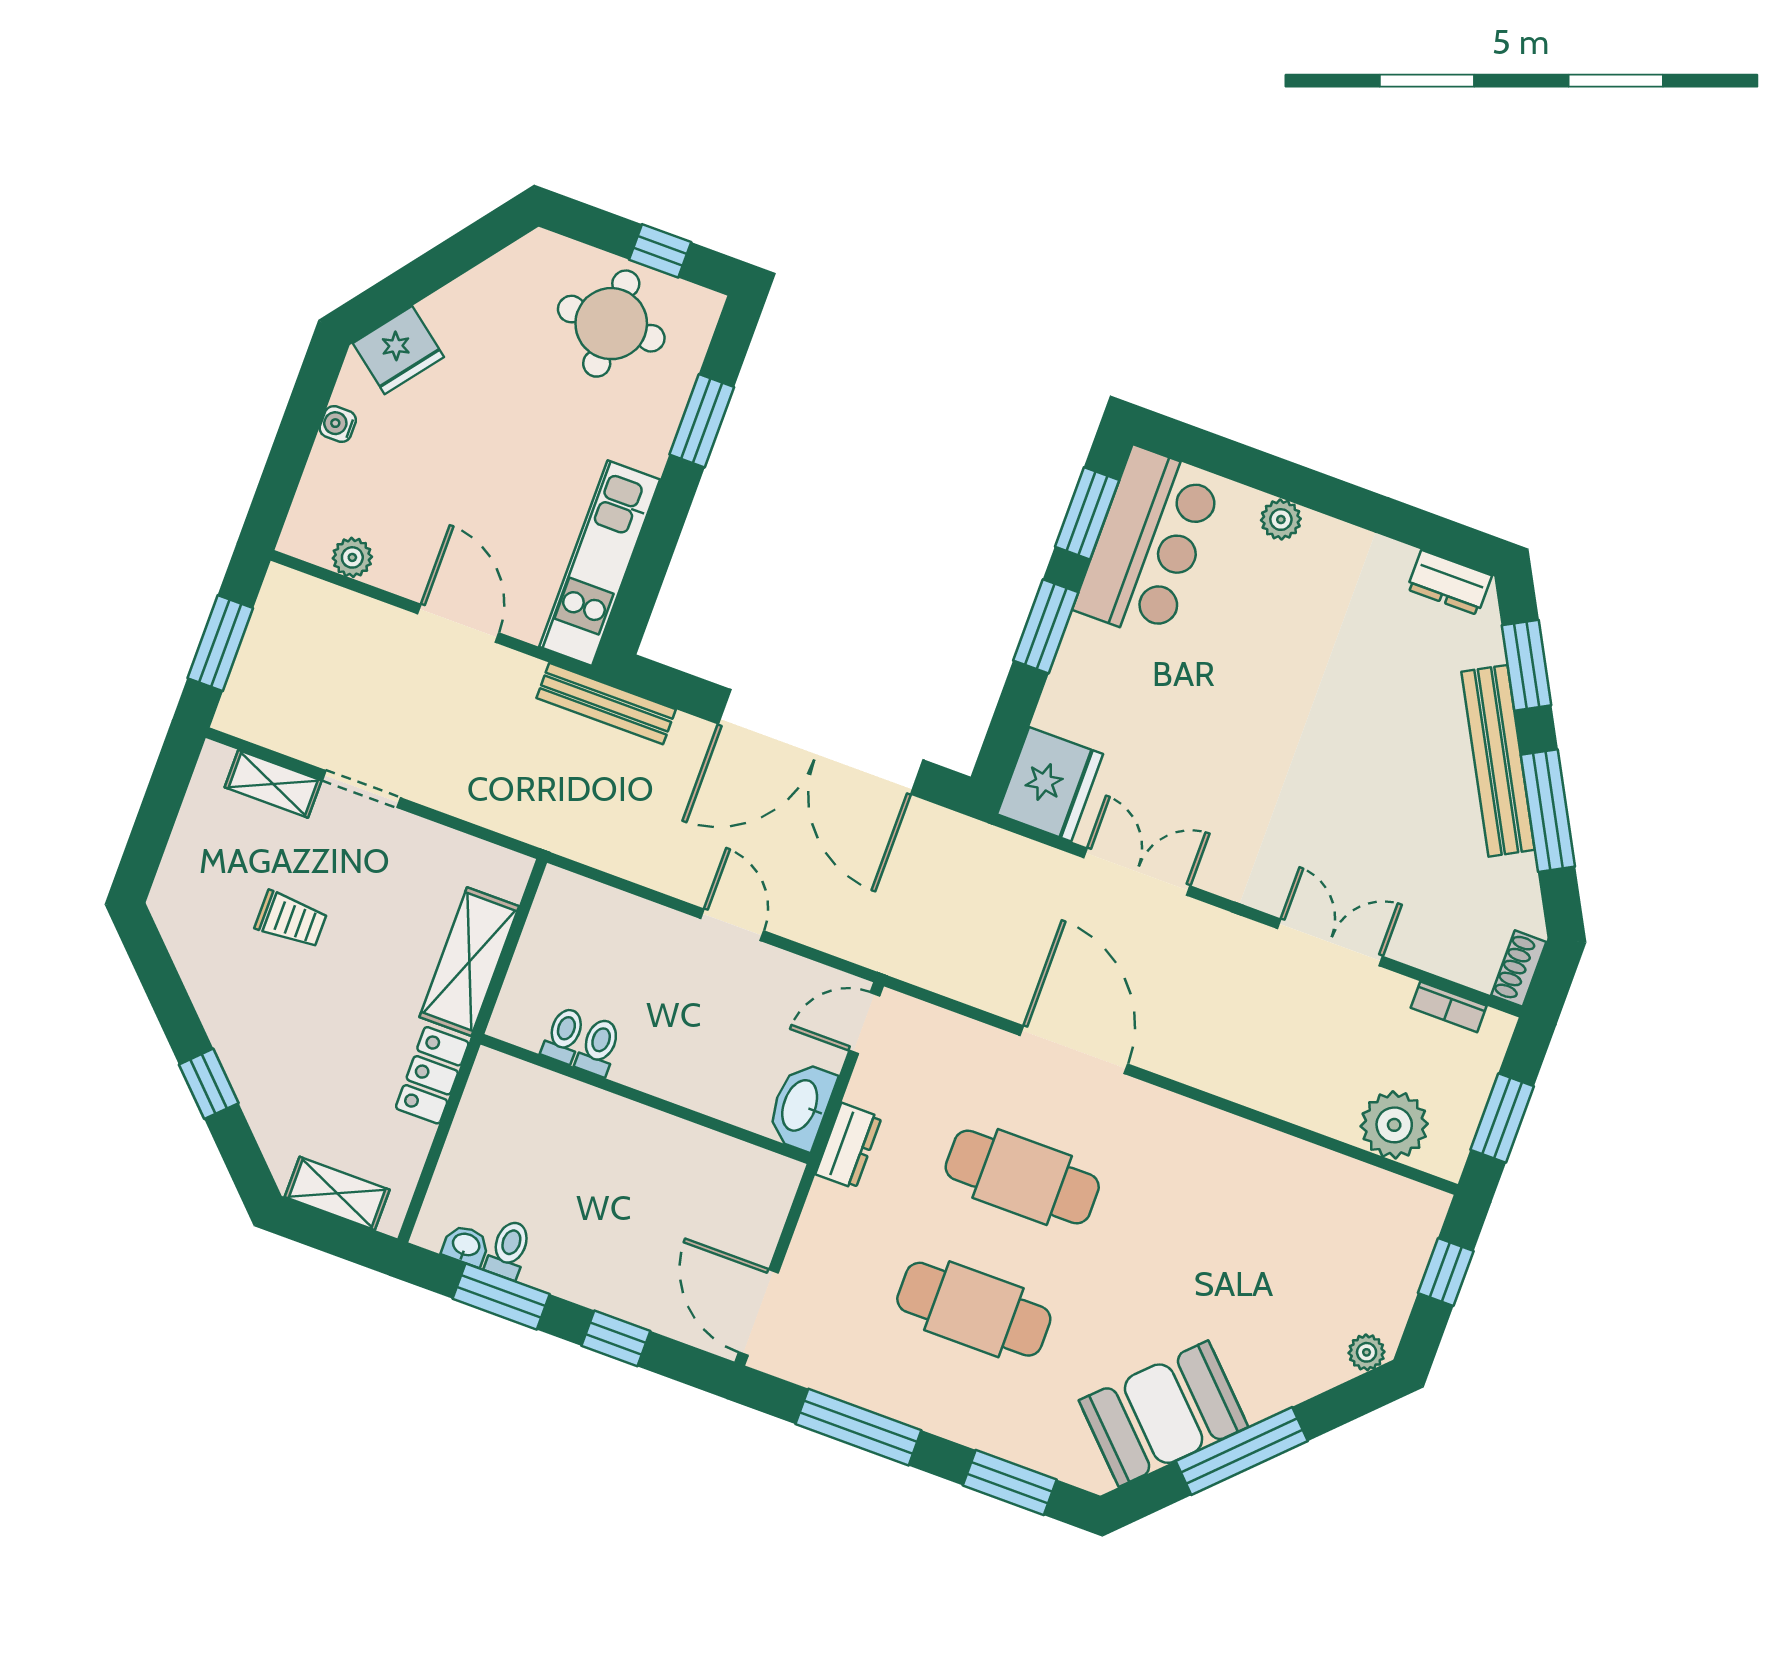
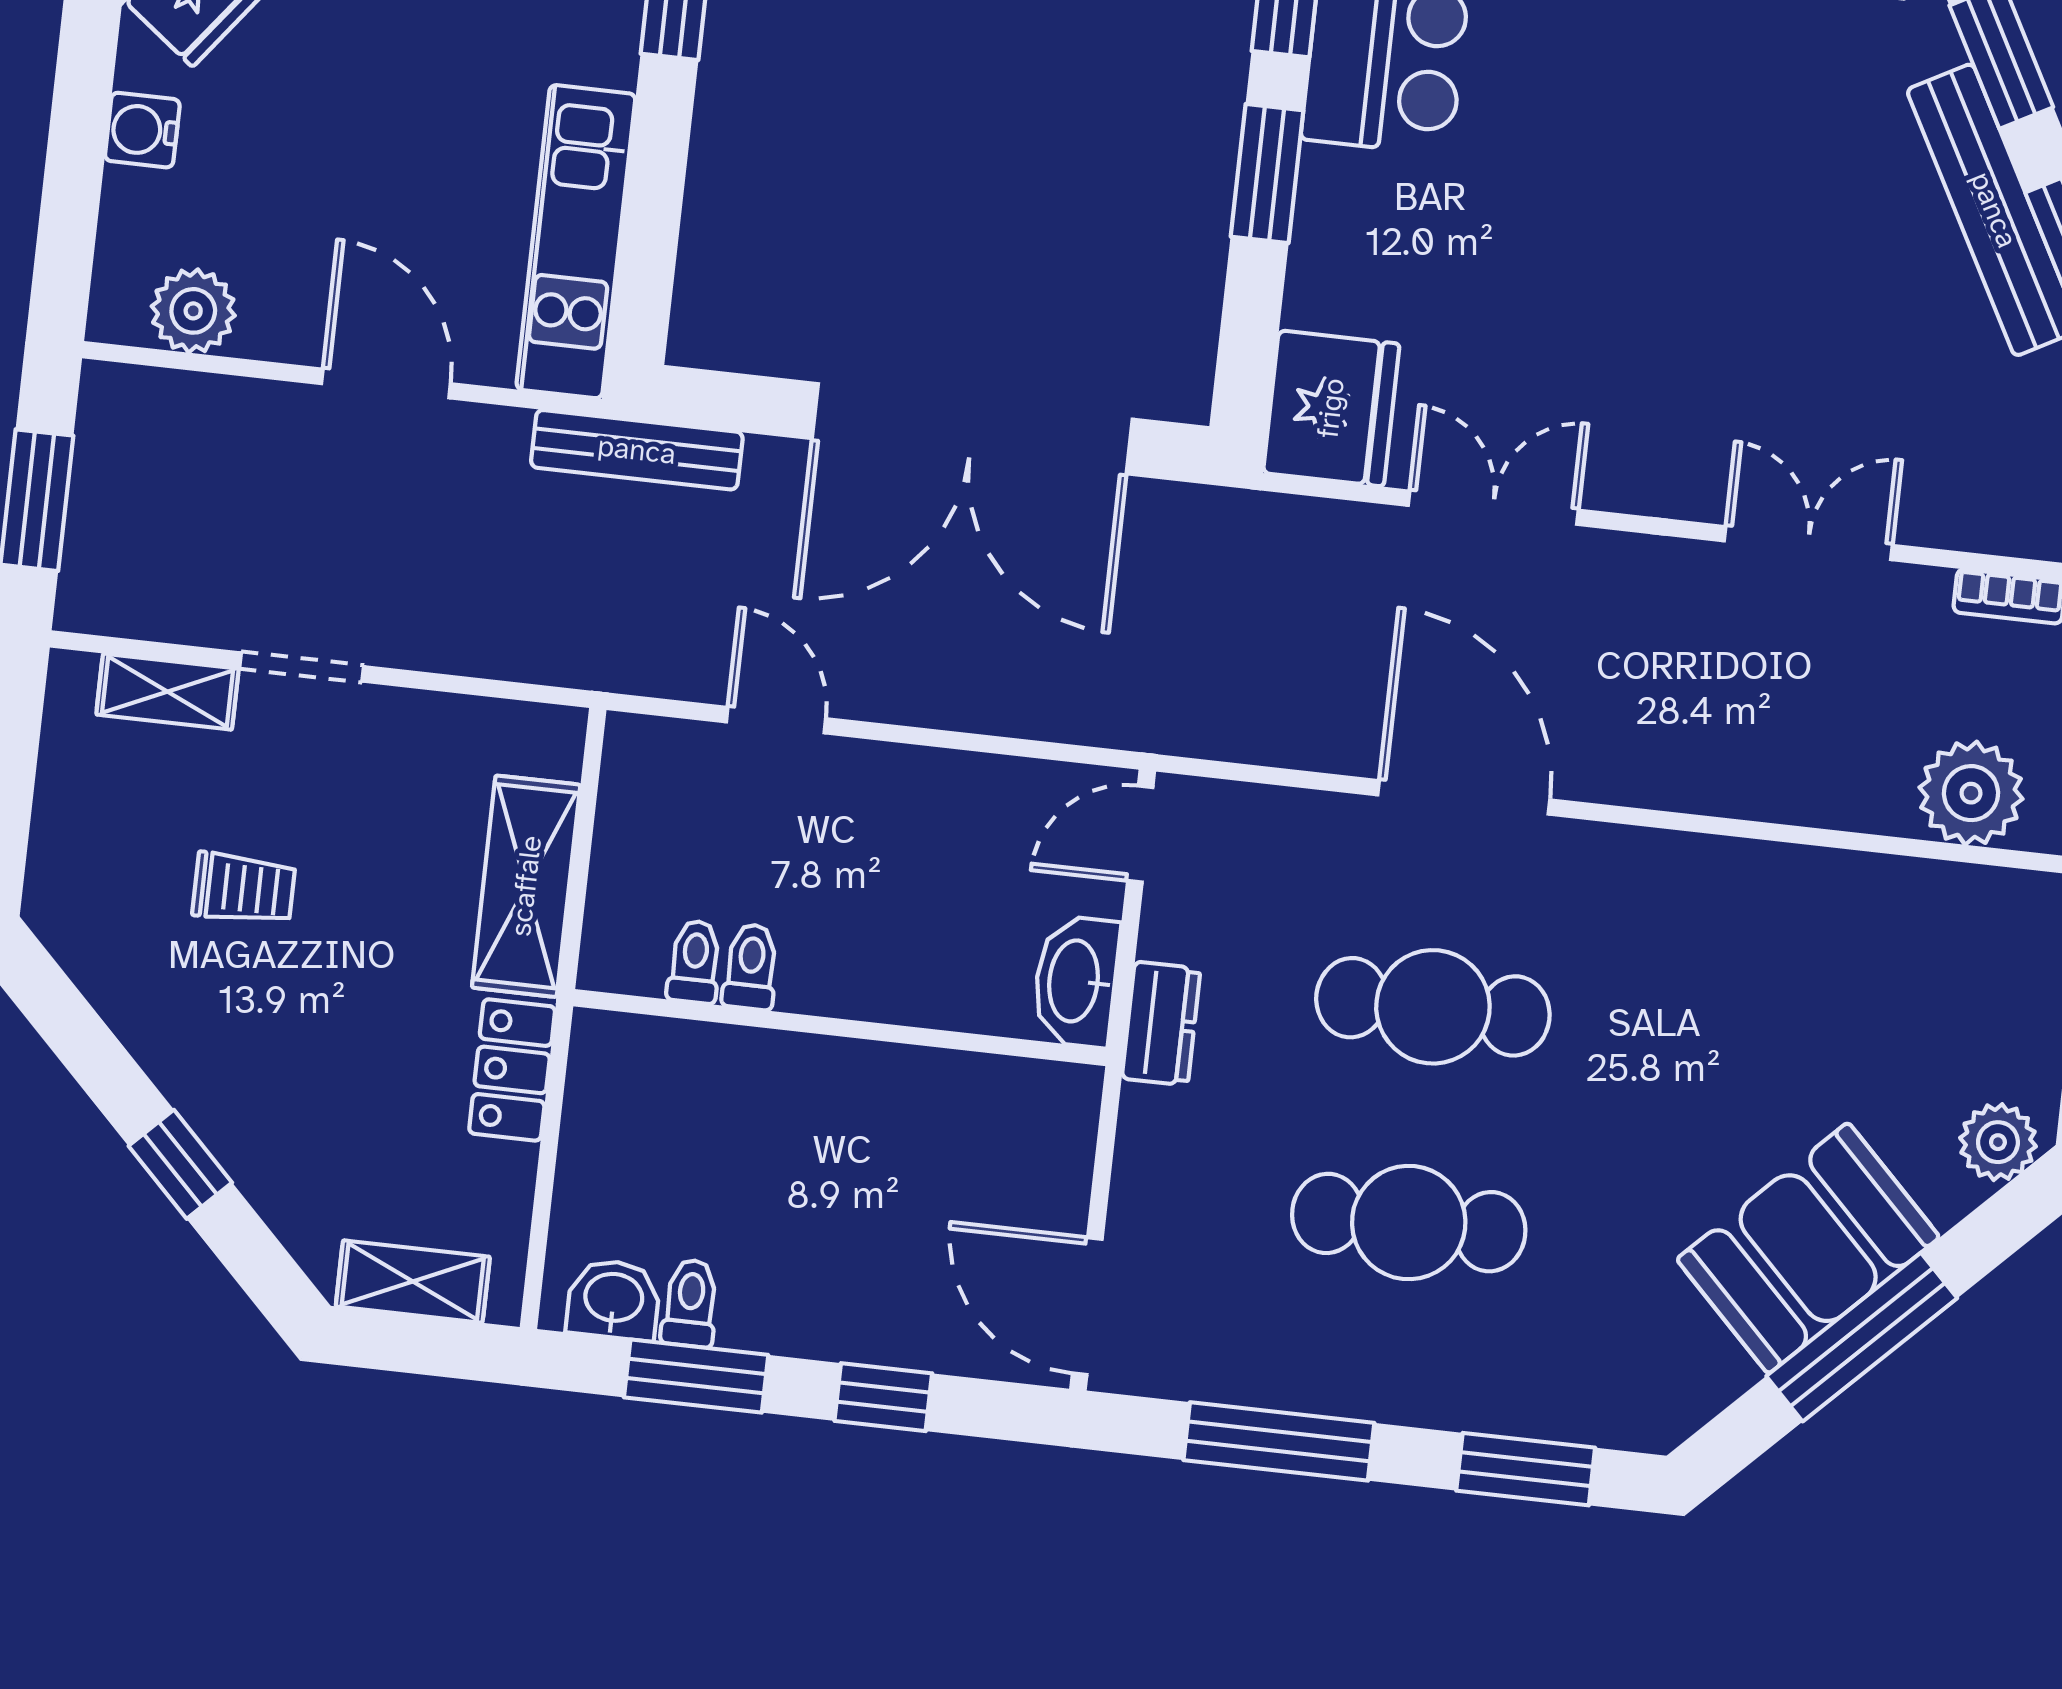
water cooler: (338, 424) -> (142, 130), width x1.38, depth x1.38
plant: (352, 557) -> (193, 311), width x1.38, depth x1.38
door: (732, 925) -> (776, 720), moved
washbasin: (466, 1245) -> (614, 1300), width x1.38, depth x1.45
plant: (1367, 1352) -> (1998, 1142), width x1.38, depth x1.38
booth: (1164, 1414) -> (1808, 1248), moved

